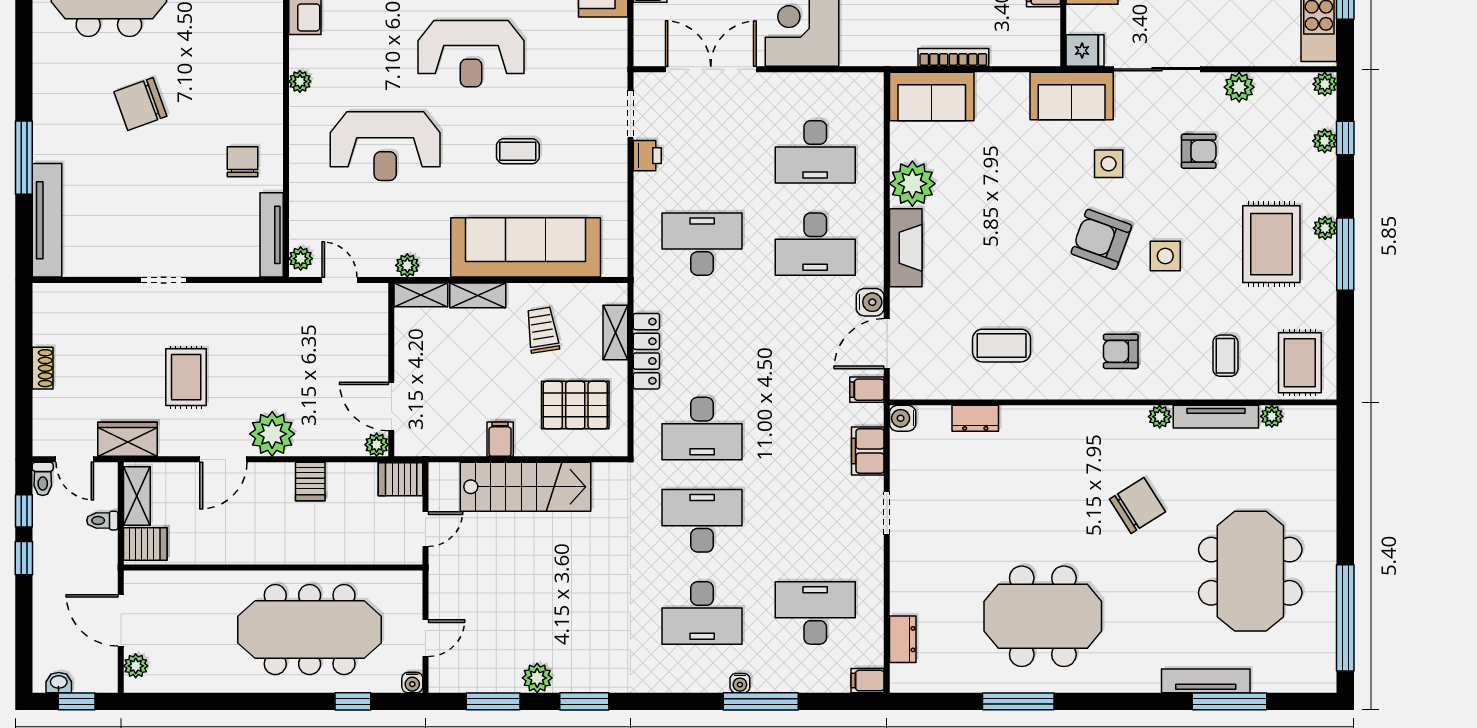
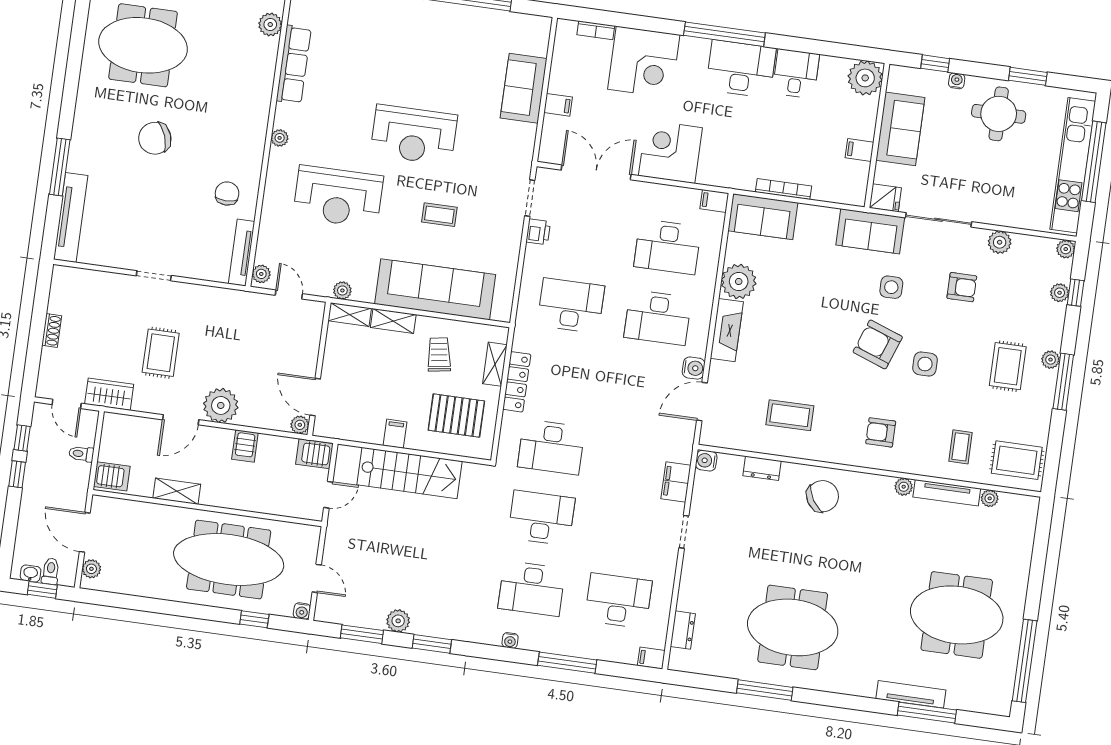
rug: (1271, 244) -> (1008, 366), width x0.73, depth x0.70
rug: (1300, 363) -> (1017, 460), turned 90
filing cabinet: (867, 390) -> (714, 201), moved
toilet: (43, 479) -> (51, 571), moved, turned 180
shelving: (137, 496) -> (177, 491), moved, turned 90
chair: (1138, 506) -> (823, 496), moved
meeting table: (1250, 571) -> (957, 615), turned 90
door: (425, 638) -> (317, 578), hinge flipped
water cooler: (740, 683) -> (510, 640), moved

